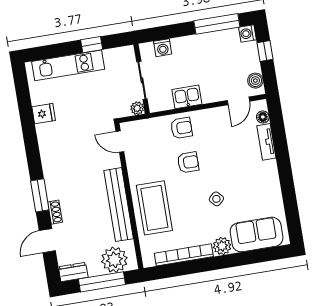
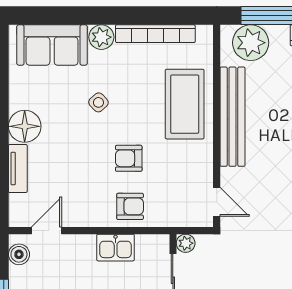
floor lamp: (263, 117) -> (25, 126), moved, width x1.89, depth x1.89
armchair: (181, 128) -> (130, 206), turned 180

